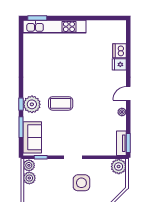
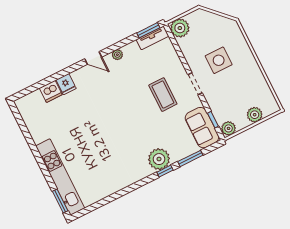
coffee table: (61, 103) -> (163, 95), moved
sofa: (32, 137) -> (202, 128), moved, turned -90
plant: (29, 178) -> (255, 115), moved

